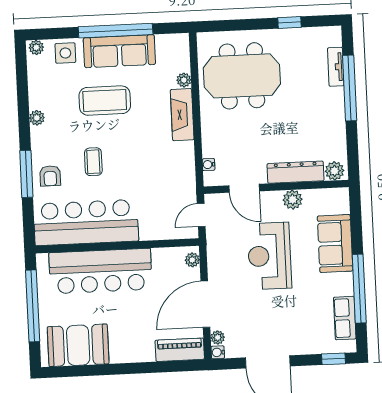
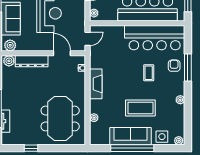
meeting table: (242, 76) -> (60, 118), turned 90
fireplace: (182, 115) -> (96, 84), moved
plant: (293, 200) -> (10, 45), moved

